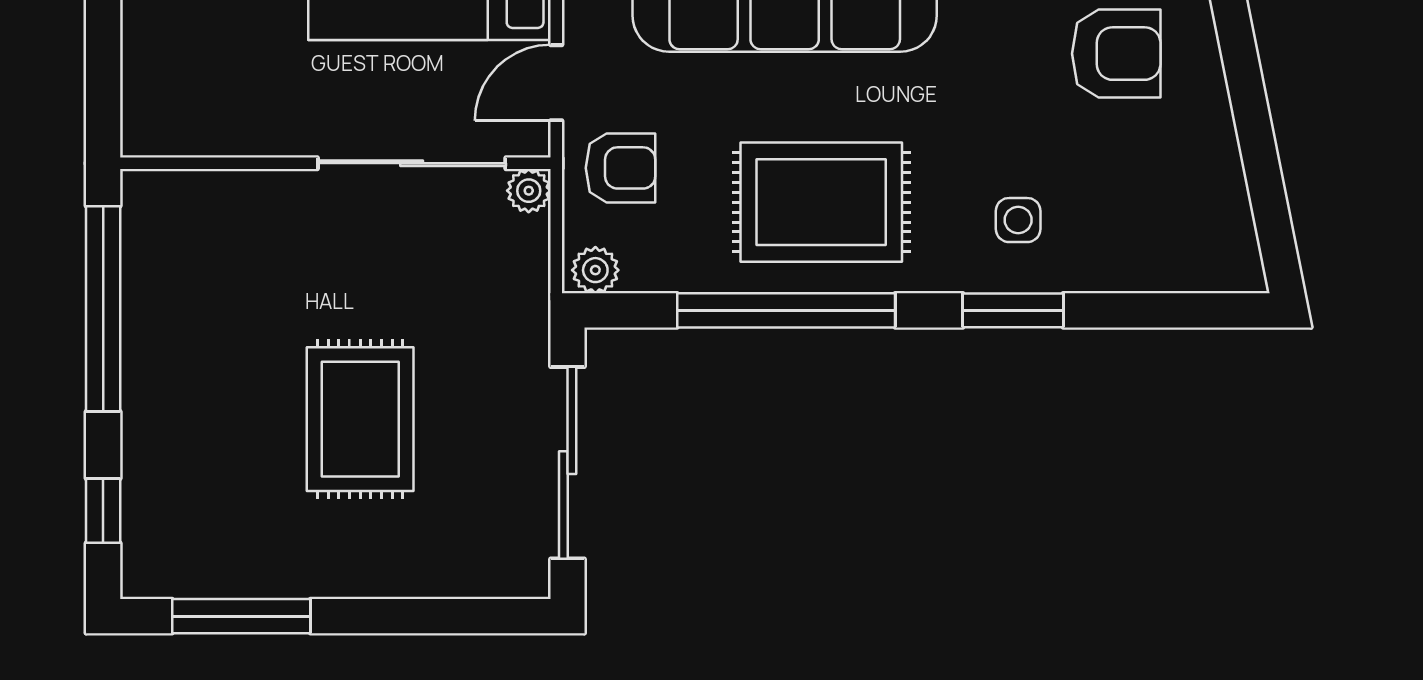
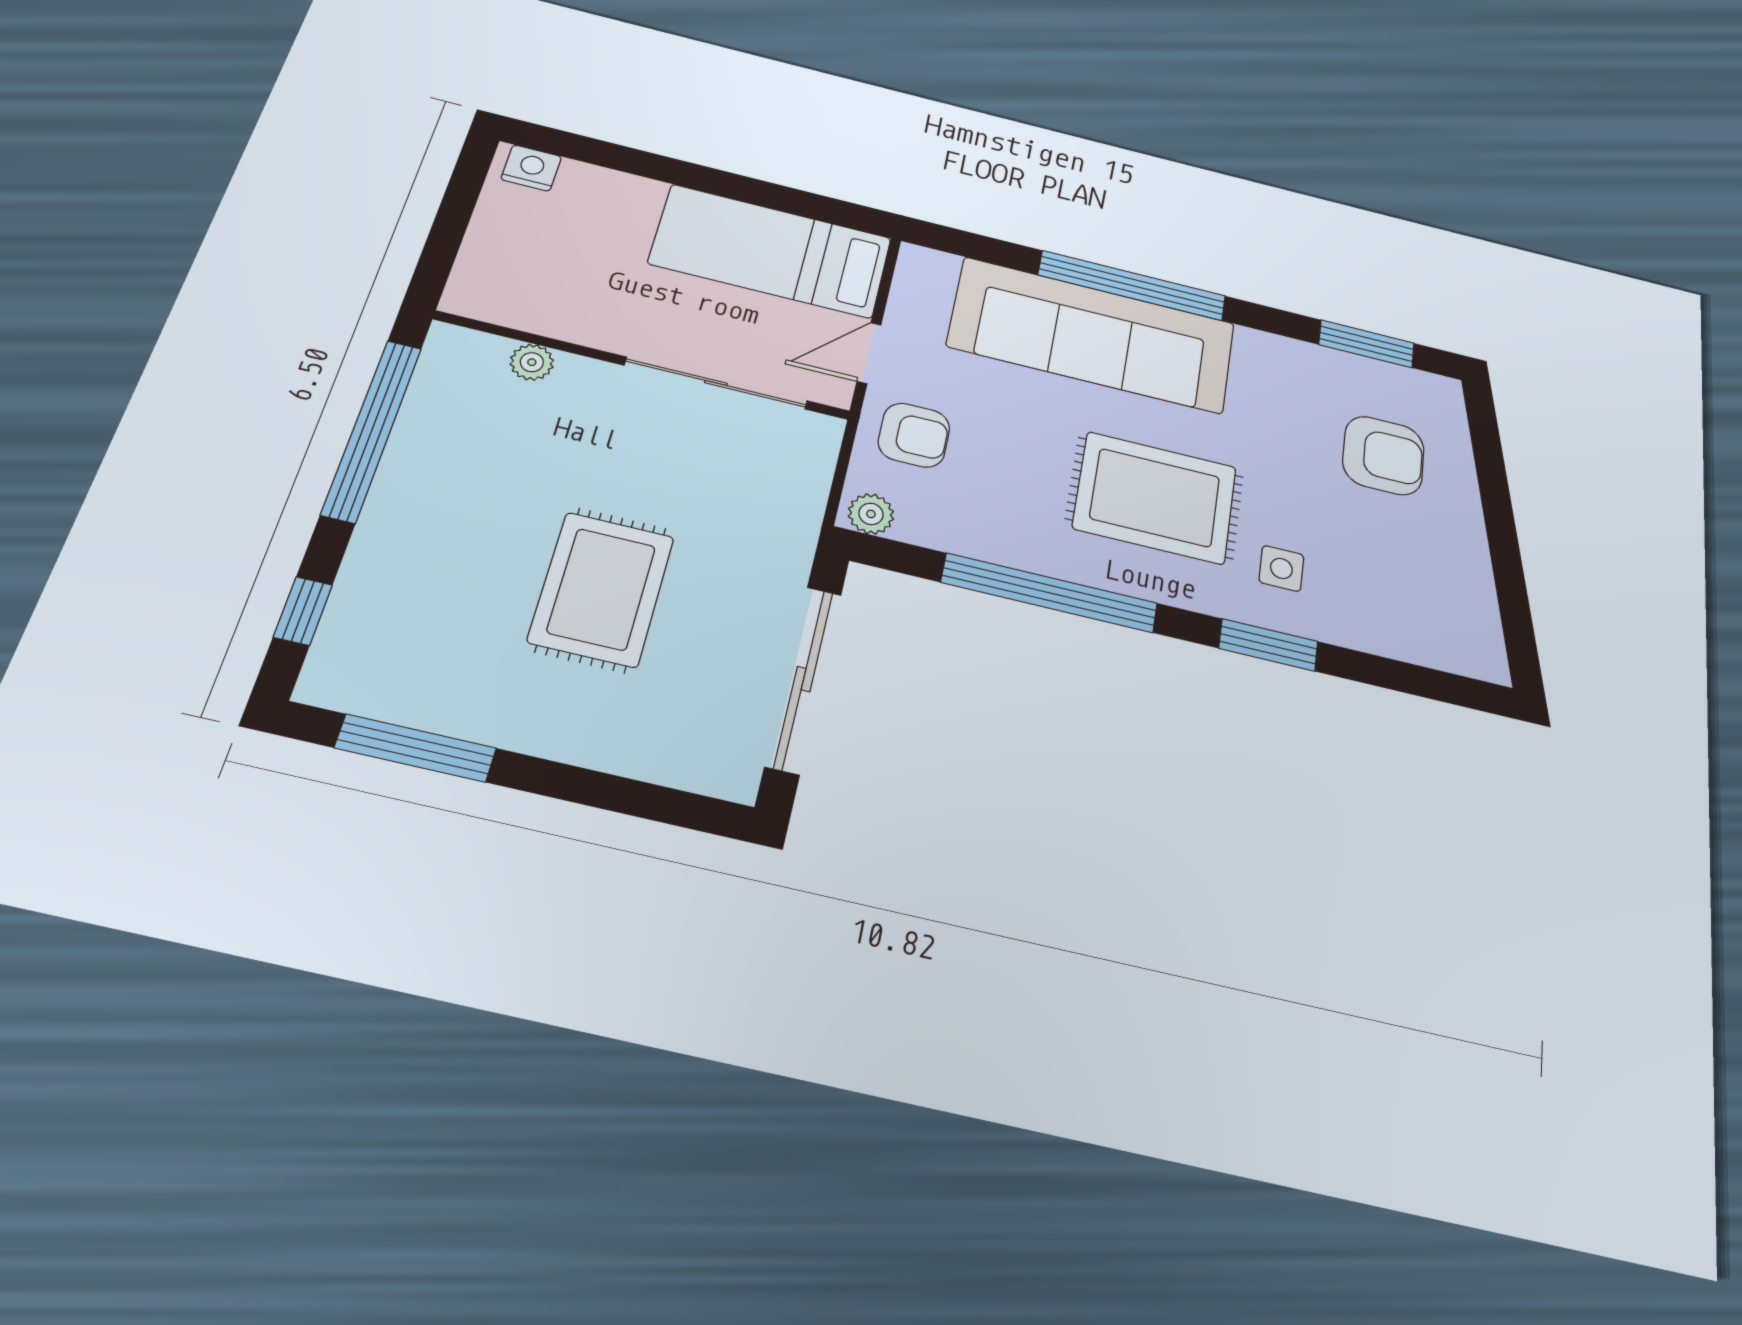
plant: (529, 191) -> (532, 362), moved
rug: (821, 202) -> (1155, 498), moved

